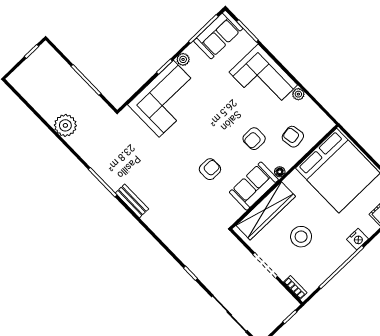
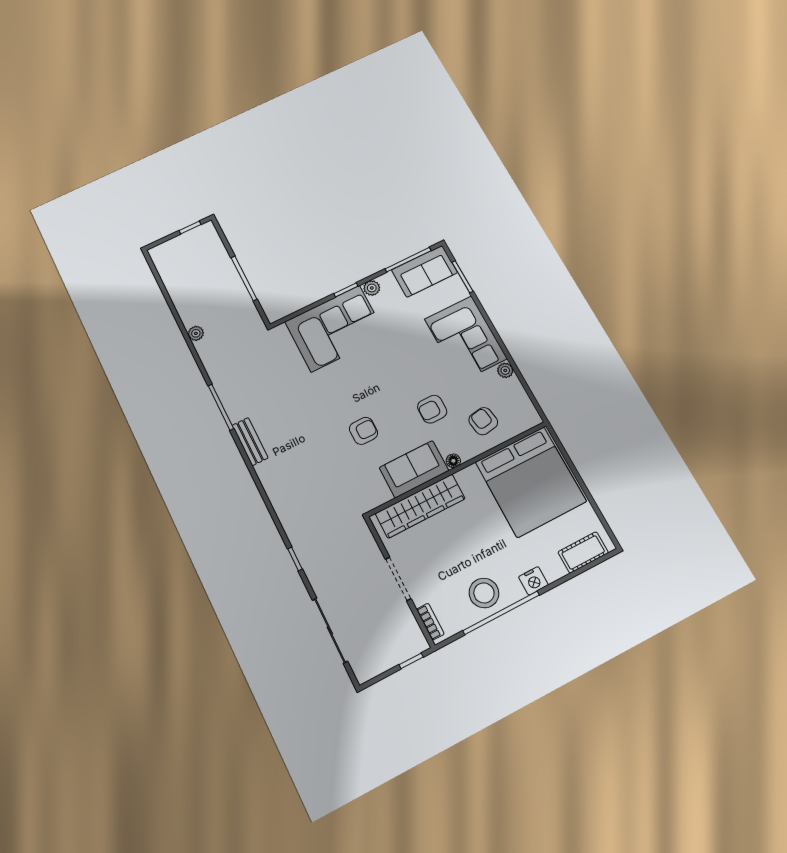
plant: (65, 125) -> (196, 333), width x0.53, depth x0.53
stool: (301, 237) -> (484, 593), moved

